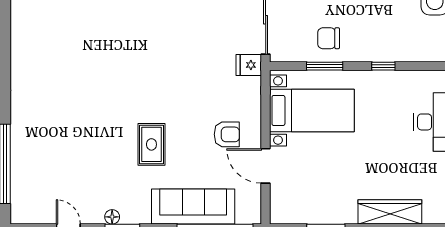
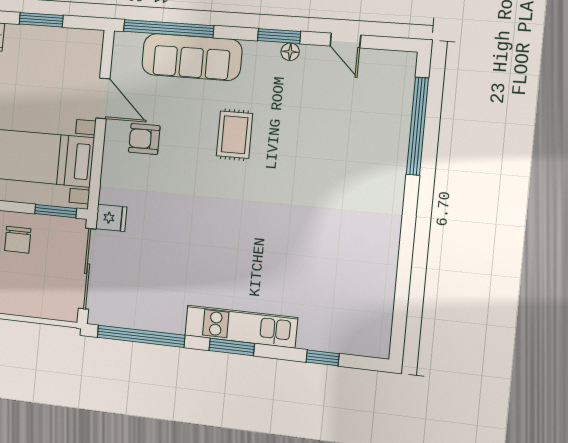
chair: (329, 38) -> (18, 240), turned 90
window: (325, 66) -> (56, 211), moved

